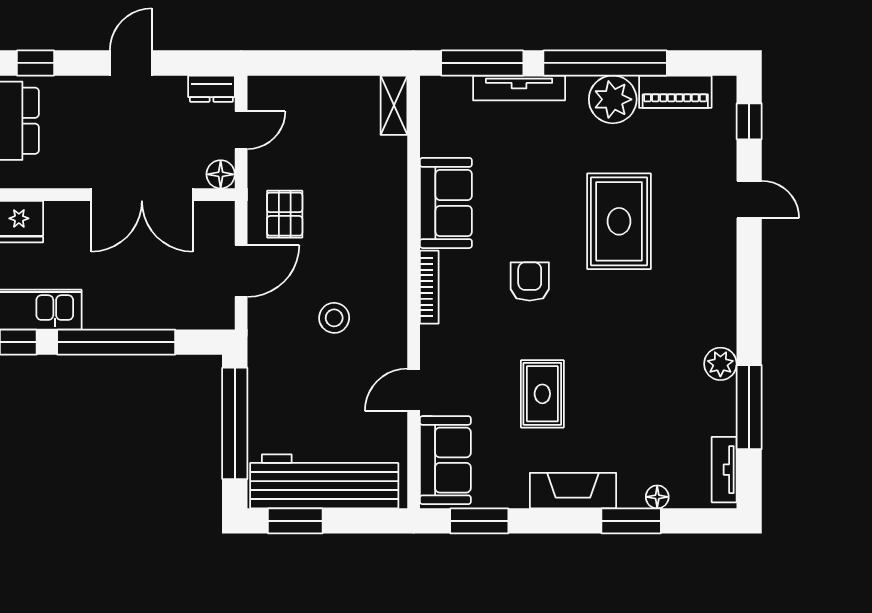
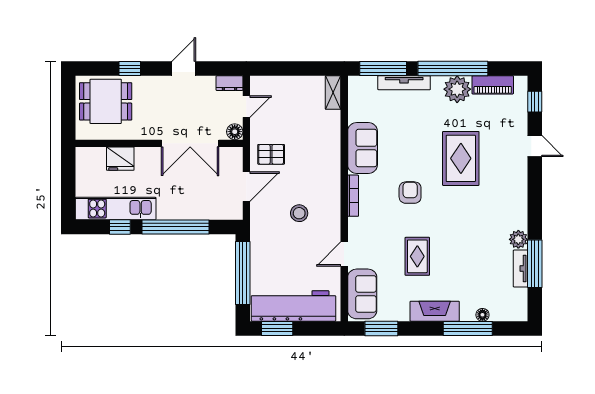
pallet: (285, 214) -> (271, 154), turned 90
tv unit: (724, 470) -> (520, 268), moved
window: (631, 521) -> (468, 328), width x1.44

